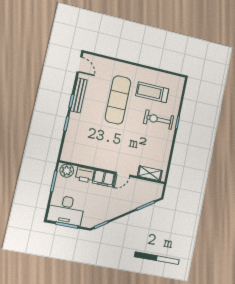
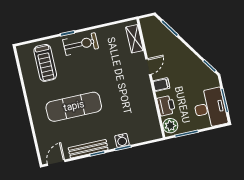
treadmill: (152, 92) -> (45, 63), moved
exercise bike: (159, 120) -> (81, 44), moved, turned -90
water cooler: (73, 126) -> (122, 140), added
door: (123, 174) -> (148, 67), hinge flipped
filing cabinet: (104, 178) -> (161, 85), width x0.50

